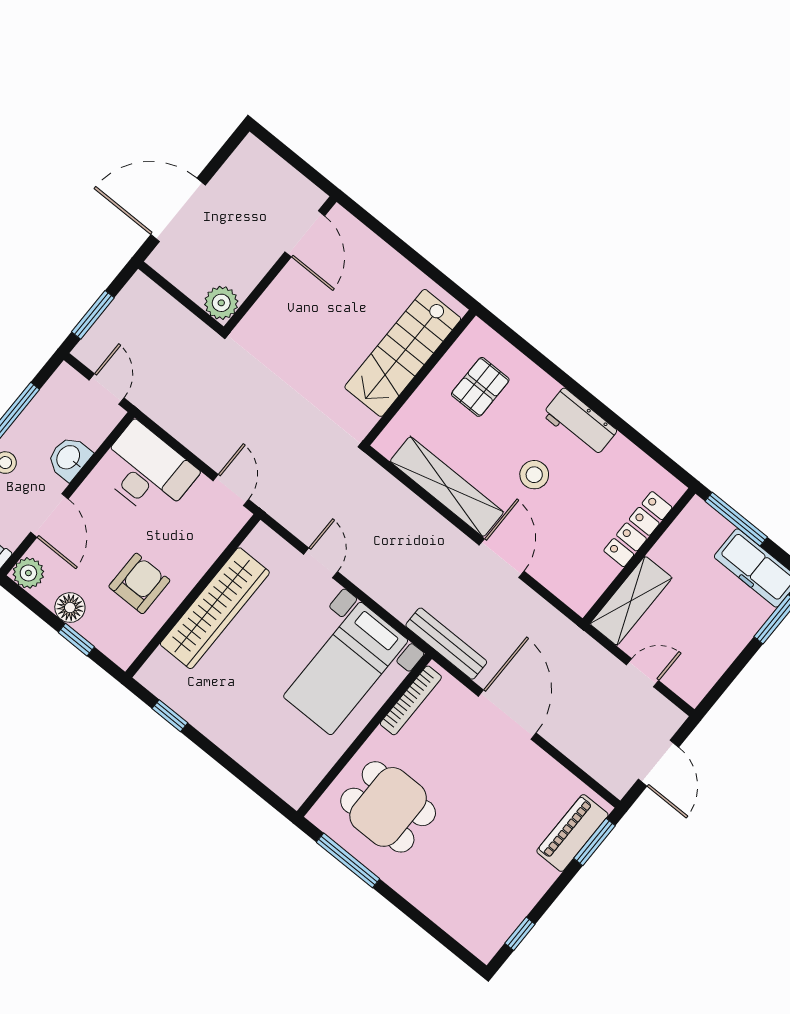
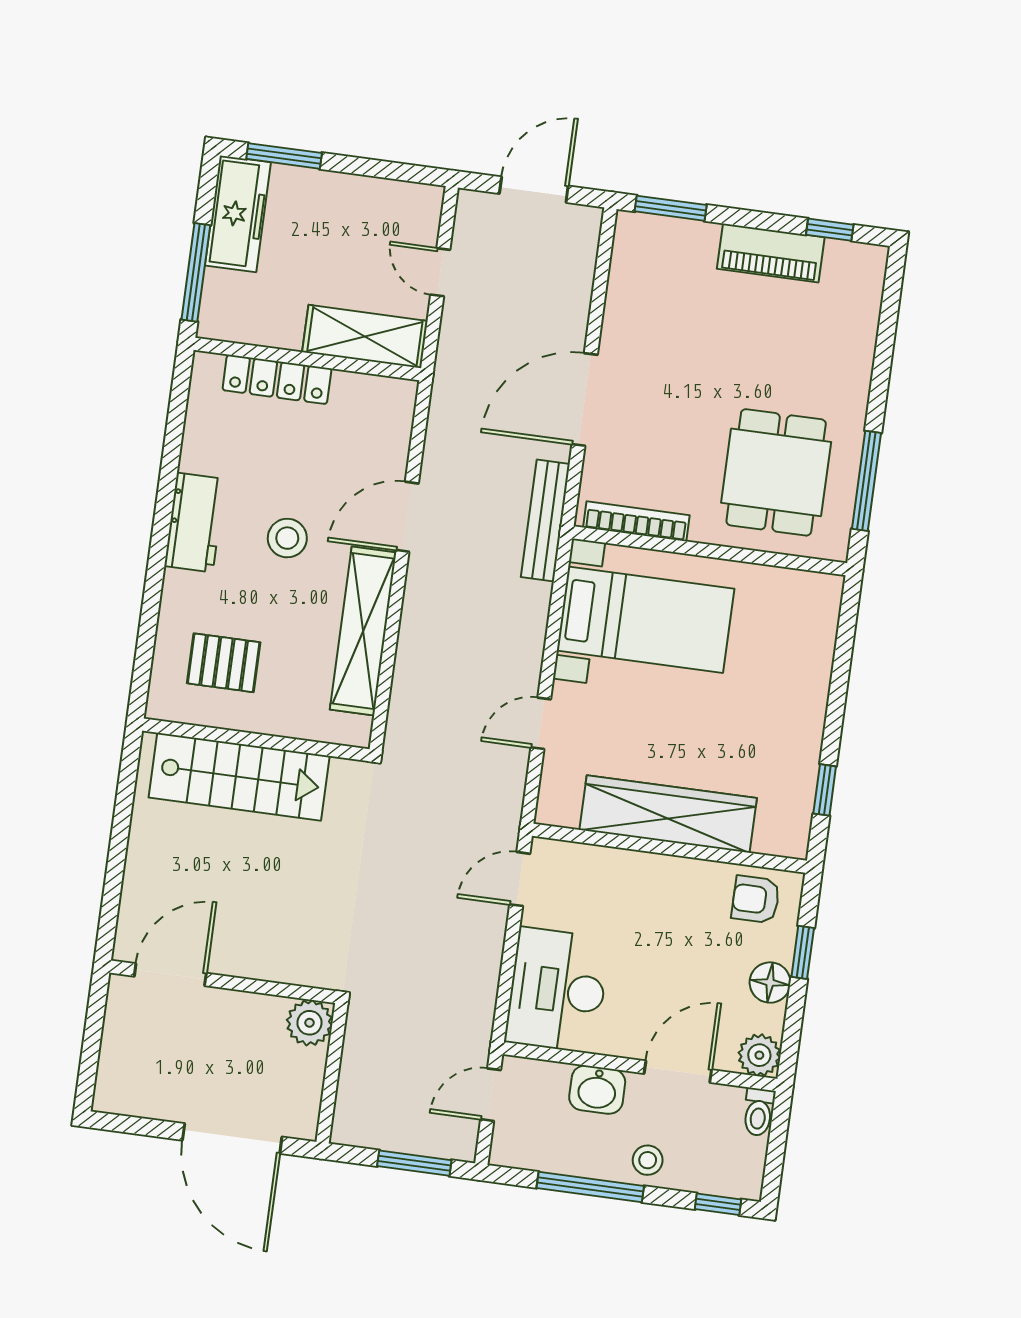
armchair: (139, 583) -> (756, 899), moved, width x0.72, depth x0.72
piano: (572, 833) -> (771, 253), moved

